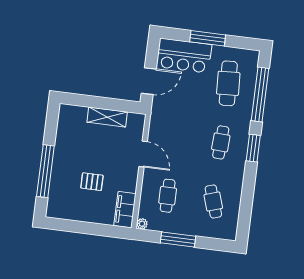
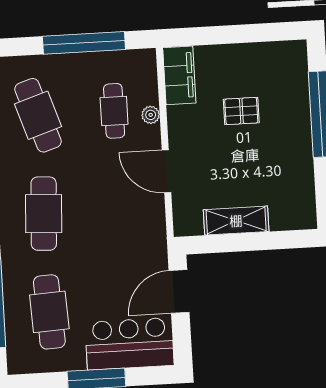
cafe table: (221, 142) -> (44, 214), width x1.37, depth x1.35
cafe table: (213, 201) -> (38, 115), width x1.37, depth x1.35
plant: (142, 224) -> (151, 115), moved
window: (178, 239) -> (84, 43), width x1.46

